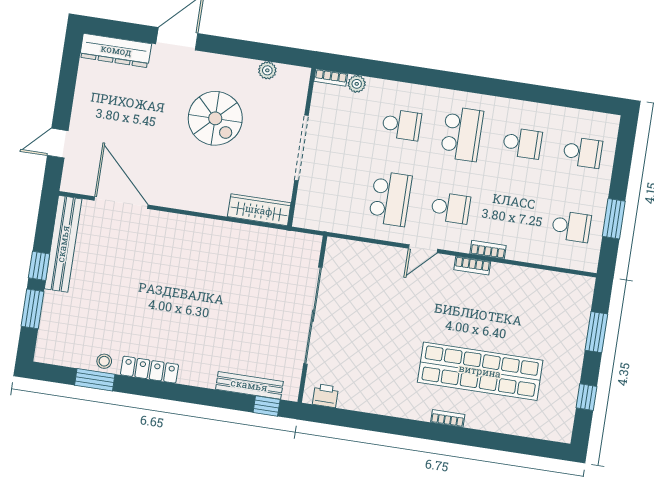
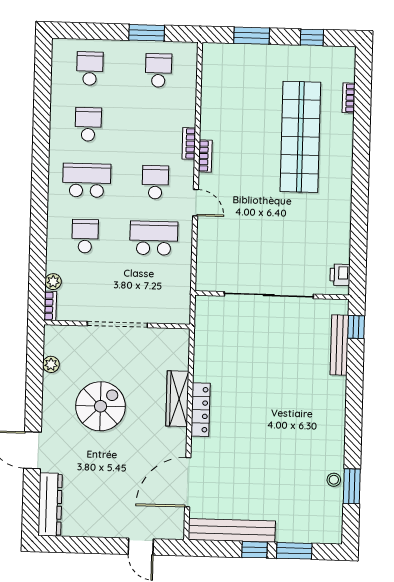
wardrobe: (259, 210) -> (177, 399), moved
locker: (149, 370) -> (201, 410), moved, turned 180
bookcase: (448, 418) -> (349, 98), moved

